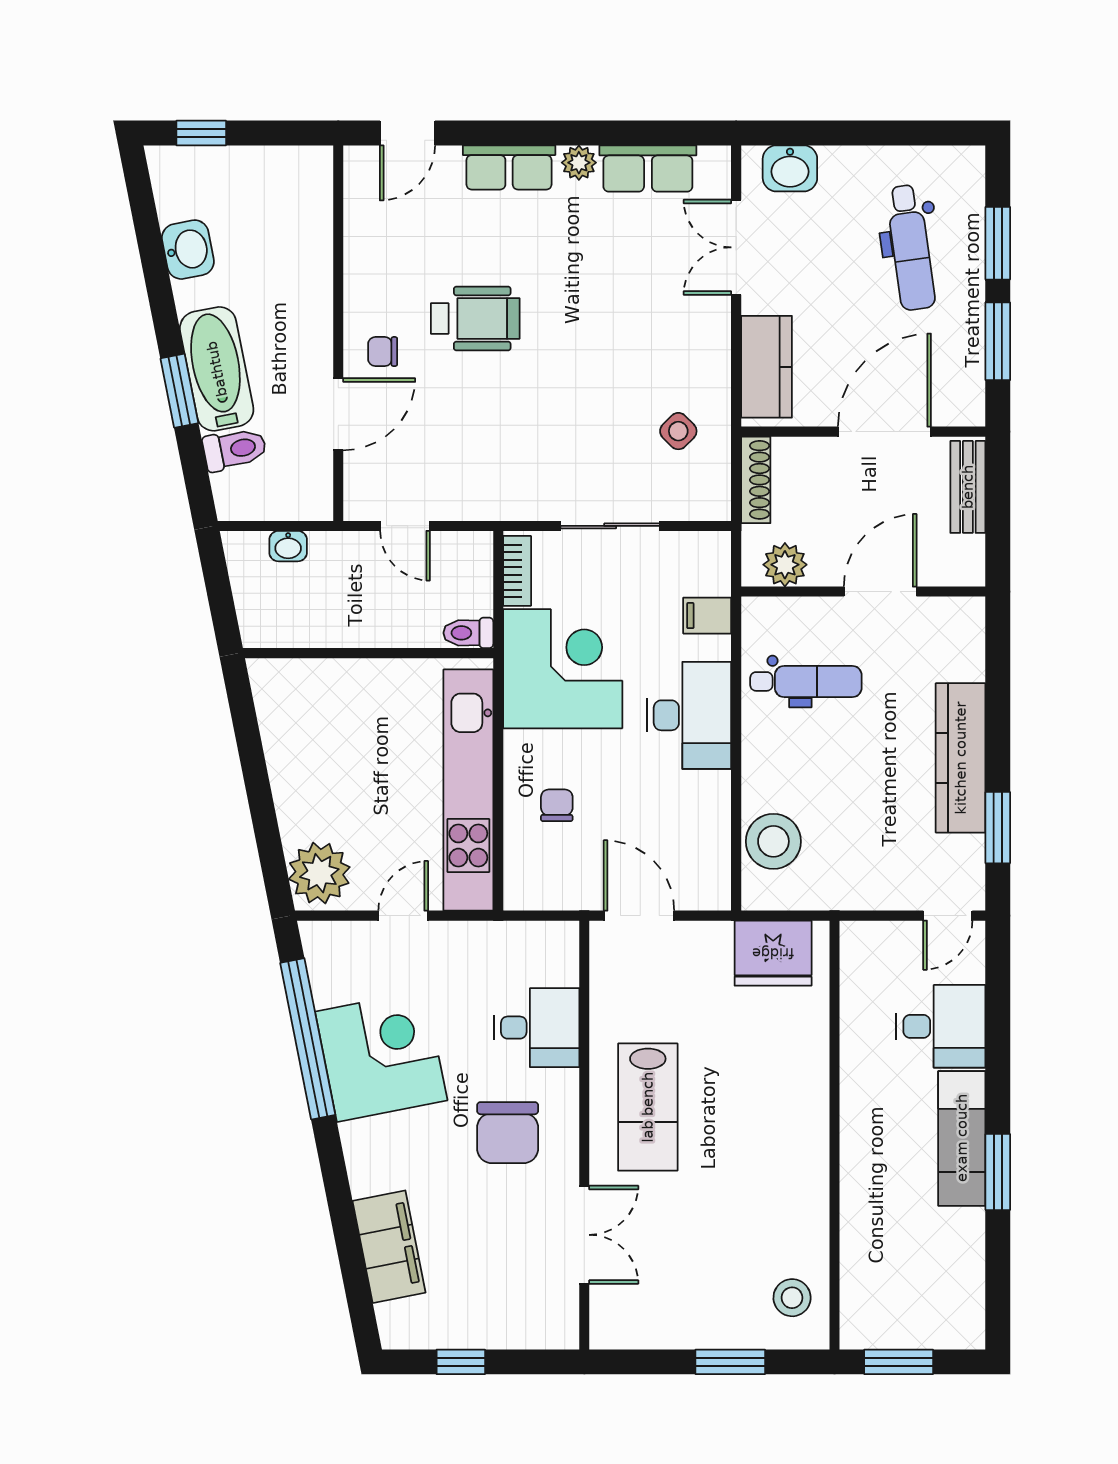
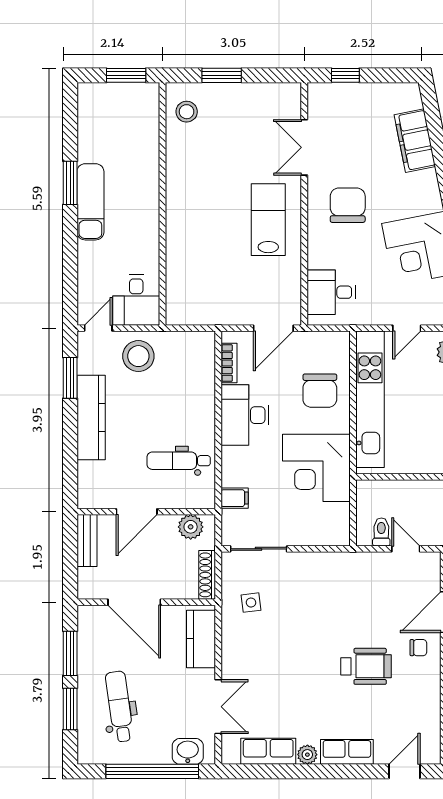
window: (853, 133) -> (152, 771), added
wheelchair: (475, 318) -> (366, 666), turned 180
side table: (678, 431) -> (251, 603), turned 38
door: (884, 432) -> (134, 602), hinge flipped
bench: (968, 487) -> (87, 541), moved
sliding door: (610, 526) -> (259, 549), moved
bookcase: (517, 571) -> (229, 363), moved, turned 180
toilet: (468, 633) -> (381, 532), moved, turned -90
desk: (689, 715) -> (245, 415), moved
chair: (557, 805) -> (320, 391), width x1.87, depth x1.87
stool: (773, 841) -> (138, 356), moved
door: (639, 916) -> (273, 328), hinge flipped
fridge: (773, 953) -> (197, 307), removed
desk: (941, 1026) -> (136, 300), moved, turned -90
desk: (537, 1028) -> (331, 292), moved
window: (461, 1362) -> (345, 75), moved

